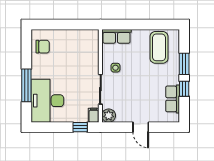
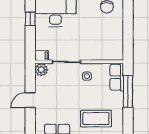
window: (132, 25) -> (128, 91), added
coffee table: (159, 47) -> (96, 119), moved
window: (80, 127) -> (30, 19), moved

